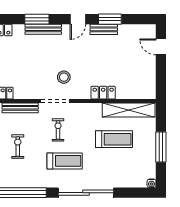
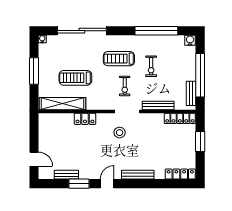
window: (37, 19) -> (143, 184), removed
bench: (104, 29) -> (66, 175), moved
exercise bike: (18, 147) -> (151, 66), moved
sliding door: (86, 193) -> (82, 31), moved

